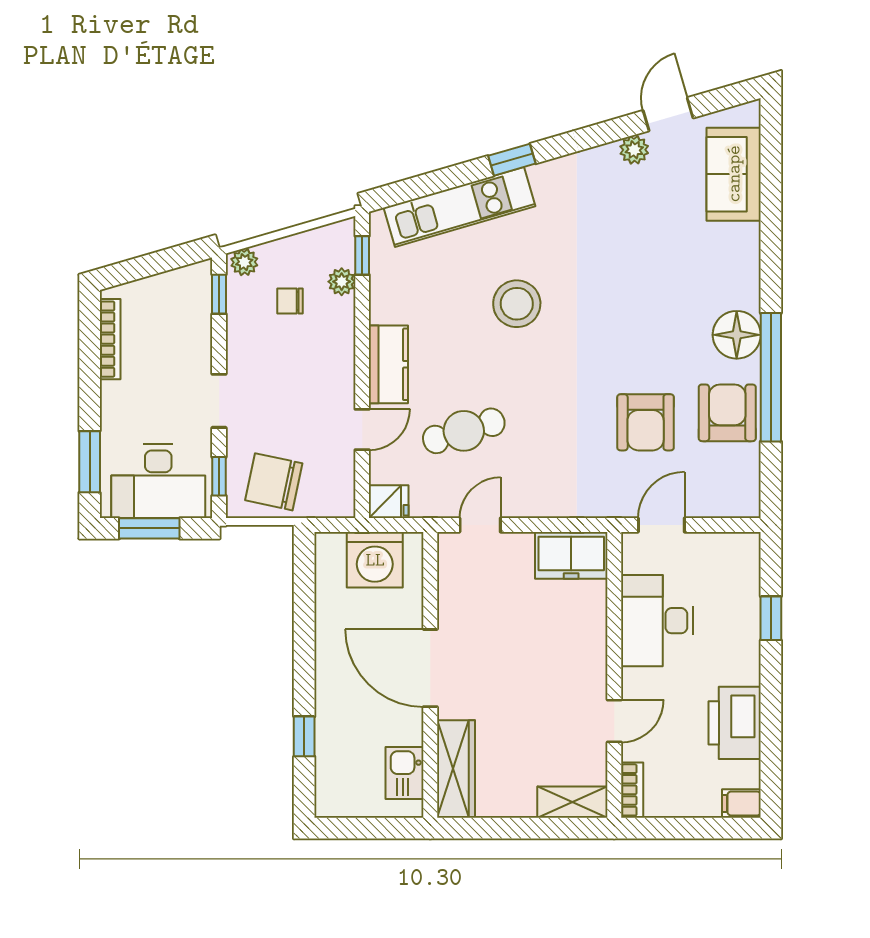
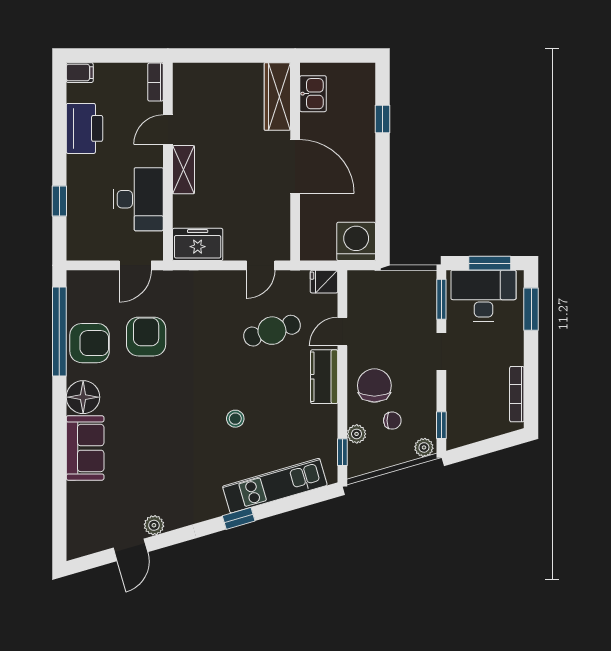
sofa: (734, 174) -> (85, 448), moved
stool: (517, 304) -> (235, 419), width x0.53, depth x0.53
window: (771, 377) -> (59, 332), moved
armchair: (727, 413) -> (90, 343), turned -90
window: (219, 476) -> (441, 299), width x1.50
chair: (274, 482) -> (374, 385), moved, turned -102
washing machine: (375, 560) -> (356, 241), moved
shelving: (572, 802) -> (183, 170), moved, turned 90

